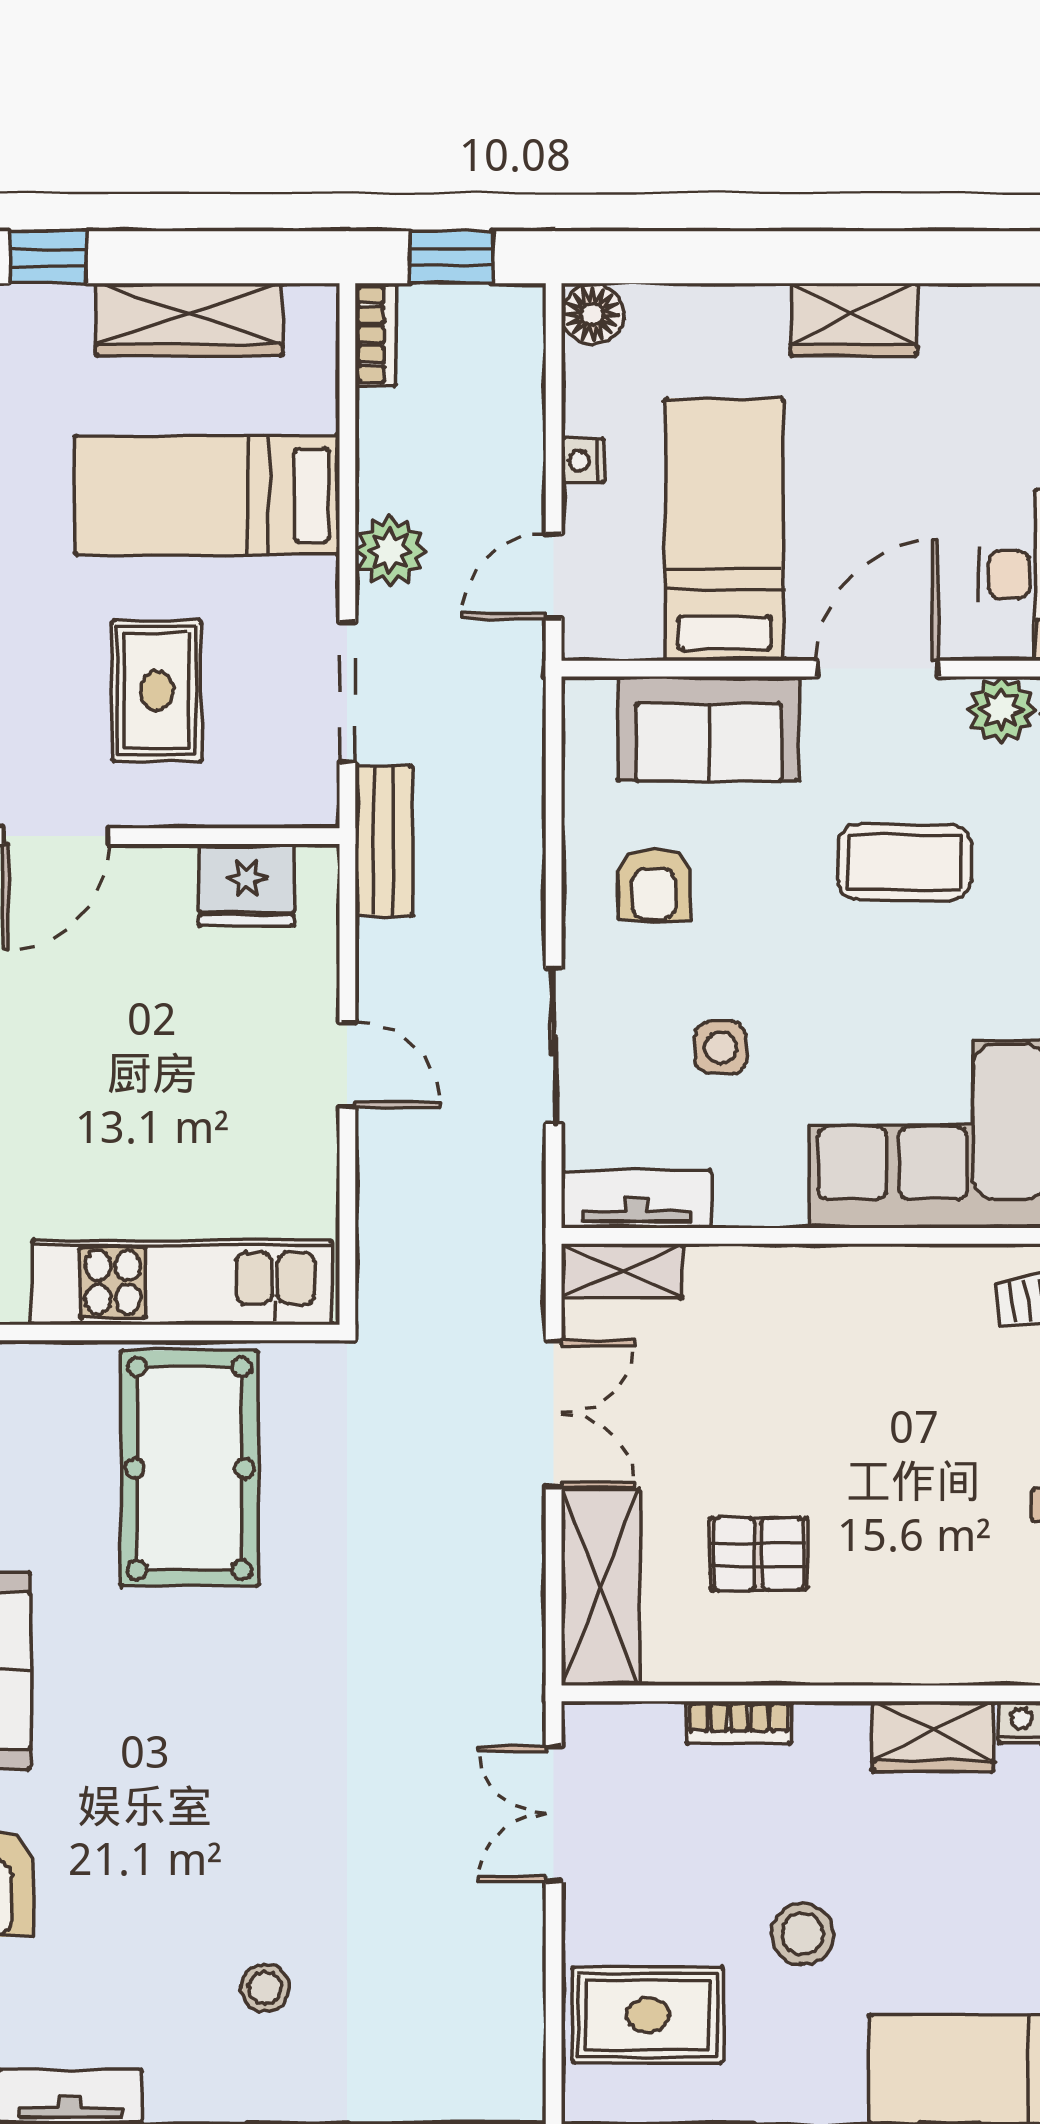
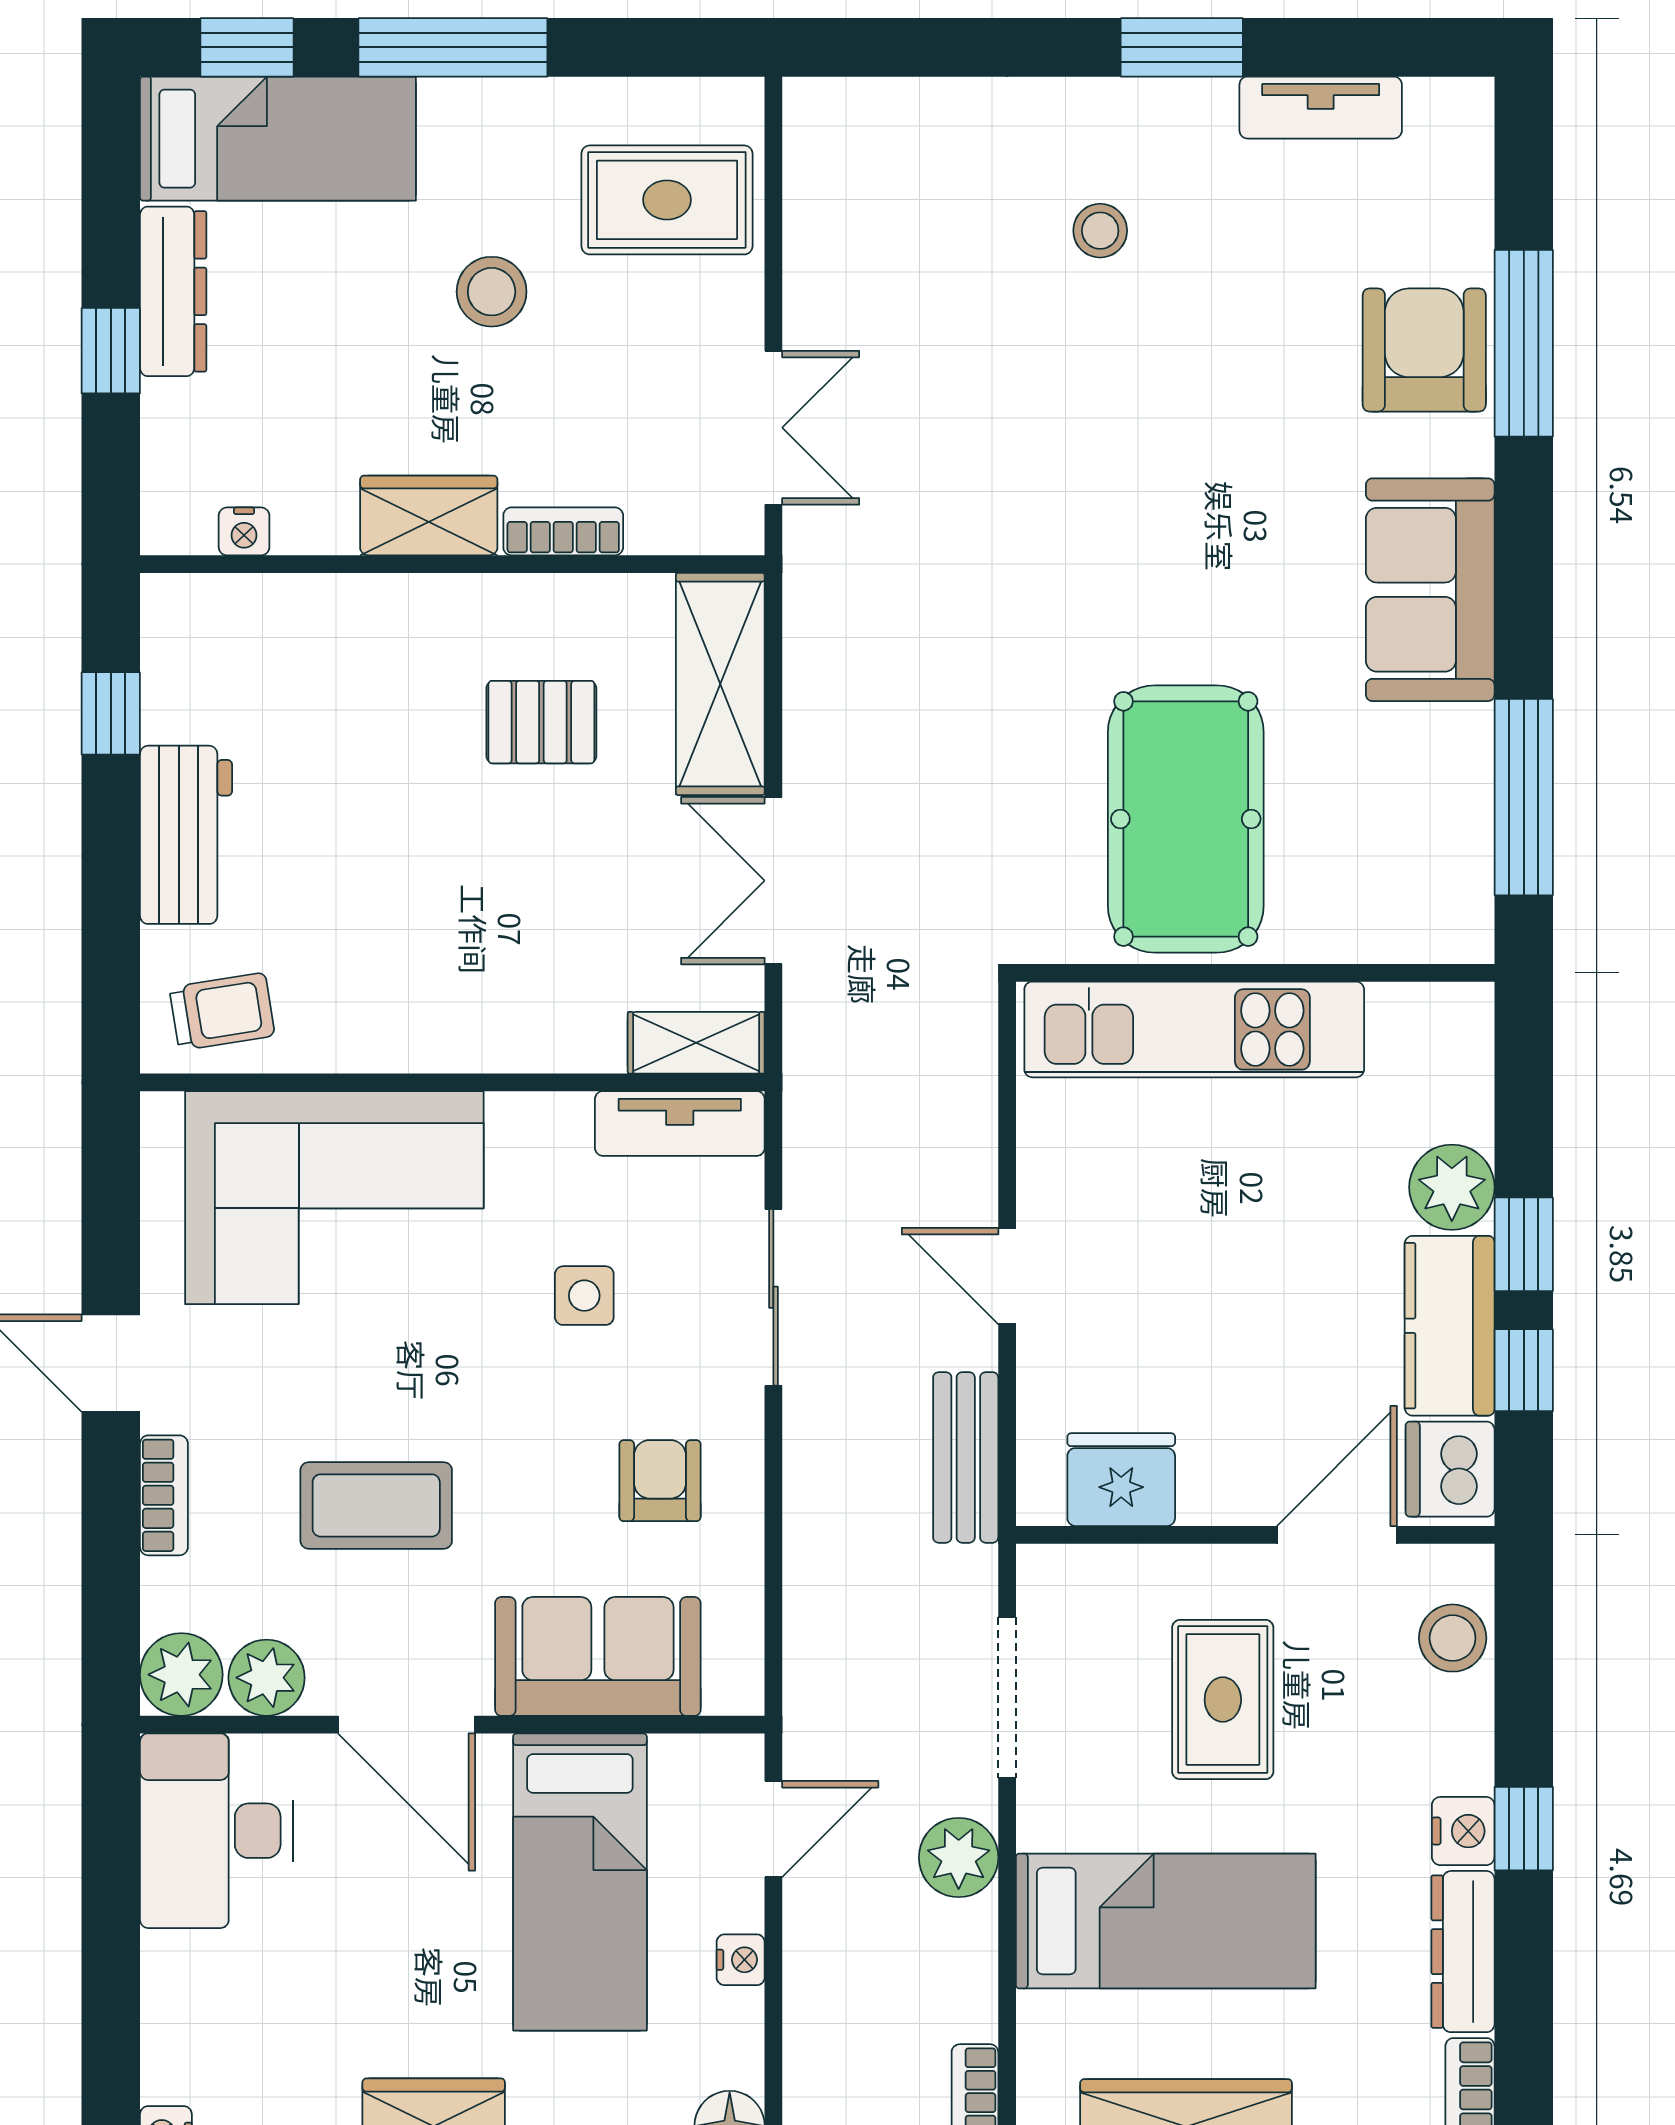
door: (878, 669) -> (407, 1725), hinge flipped
bench: (384, 841) -> (966, 1457), moved
wardrobe: (933, 1736) -> (429, 516), moved

